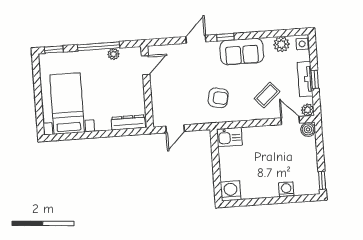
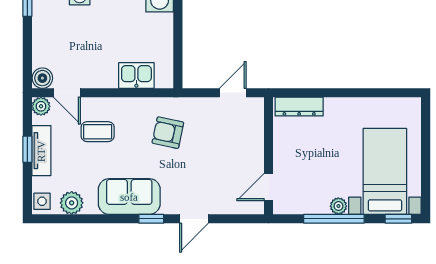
plant: (114, 54) -> (338, 206), moved
coffee table: (267, 95) -> (98, 132), turned 42
bed with nightstands: (67, 103) -> (385, 171), moved, turned 180
kitchen sink: (229, 137) -> (136, 75), moved

